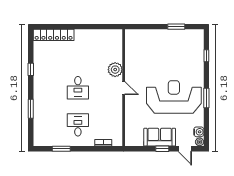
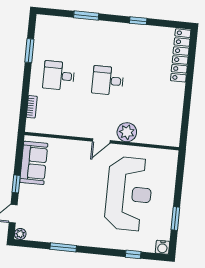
reception desk: (174, 97) -> (129, 194), moved
window: (206, 98) -> (63, 247), moved
desk: (78, 125) -> (59, 76), turned 180
water cooler: (199, 132) -> (162, 247), moved
sofa: (160, 137) -> (34, 163), moved

